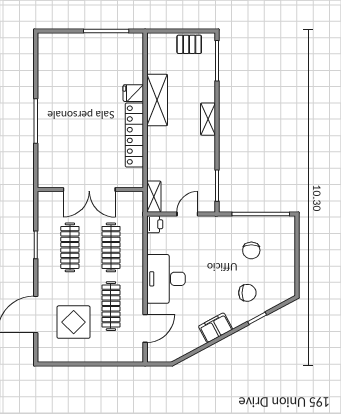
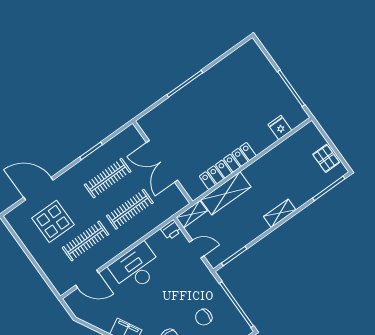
fridge: (133, 93) -> (280, 128), moved
shelving: (157, 100) -> (226, 193), moved

